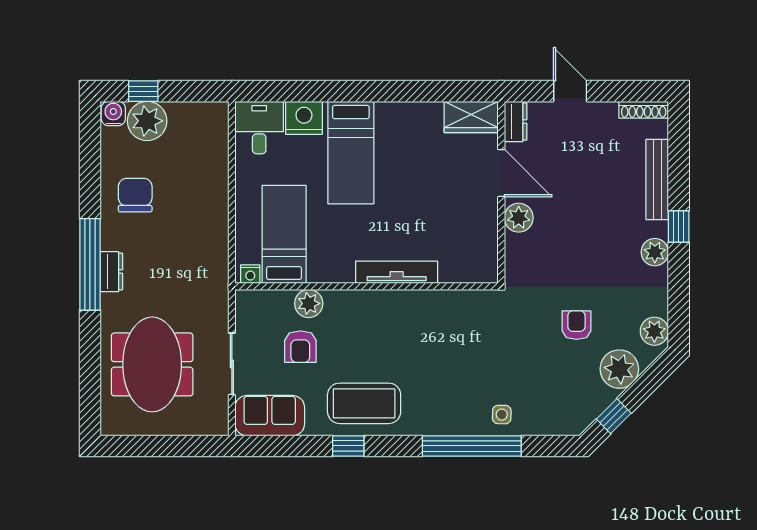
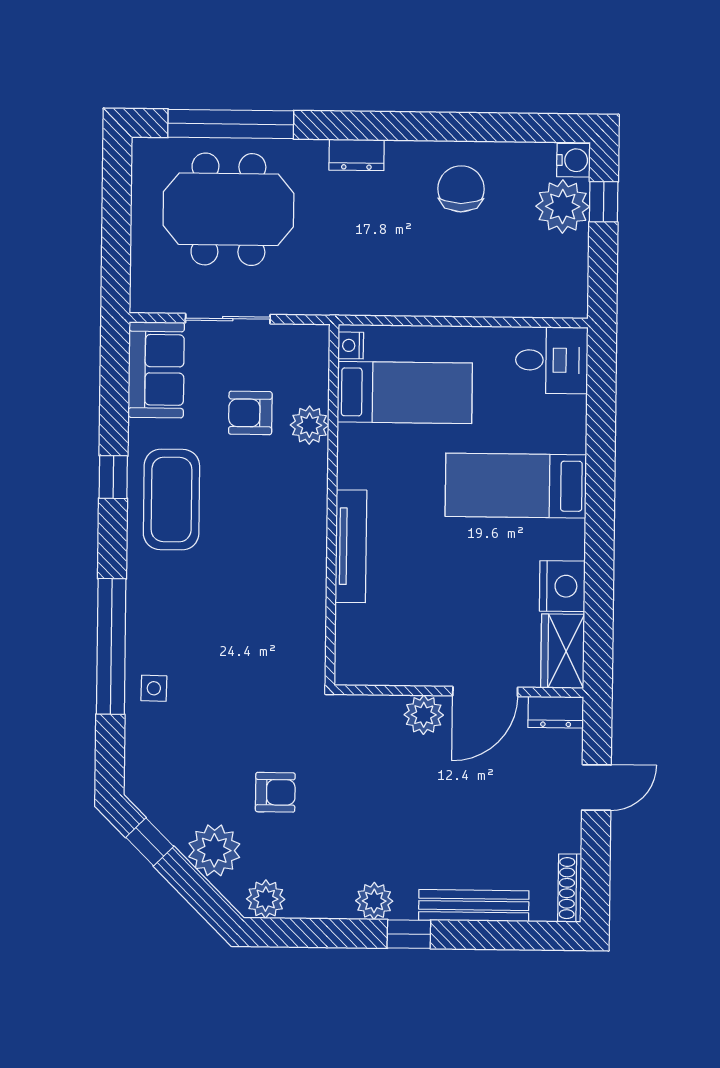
nightstand: (304, 118) -> (562, 586), moved
chair: (135, 195) -> (461, 189), turned -90
window: (90, 264) -> (231, 124), moved

